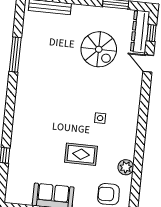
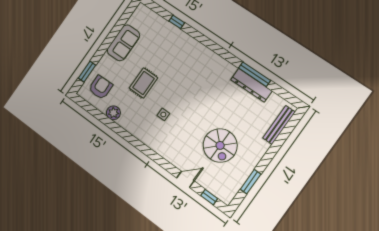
dresser: (140, 32) -> (251, 85), moved, turned 180
spiral stairs: (99, 49) -> (220, 145), turned -90

